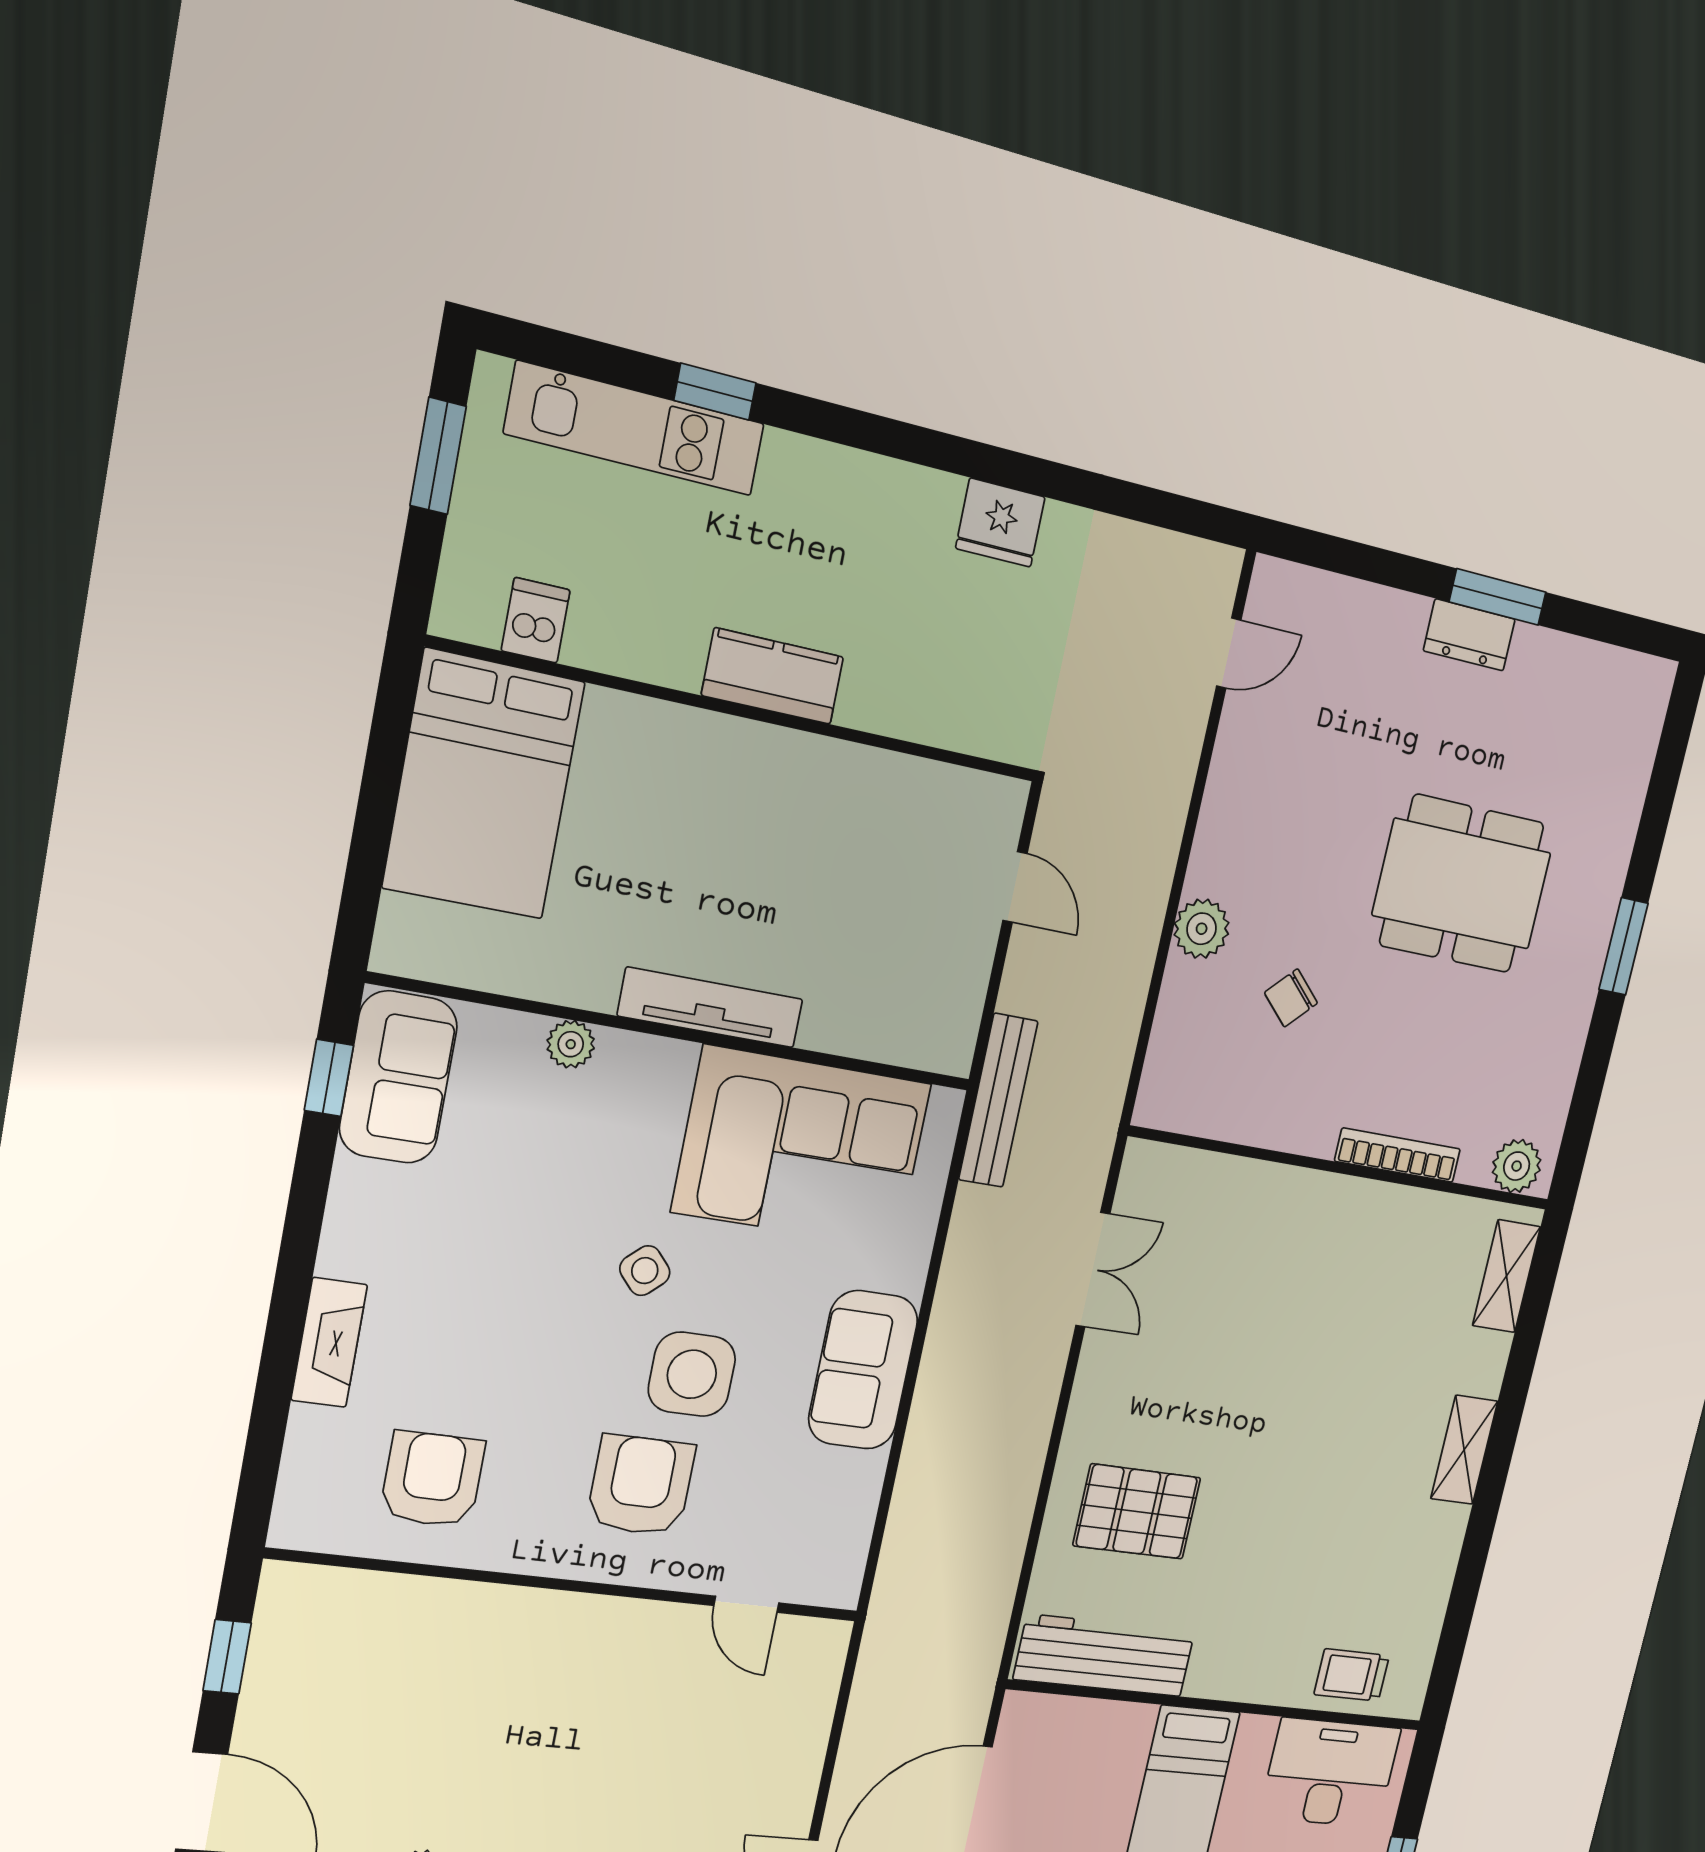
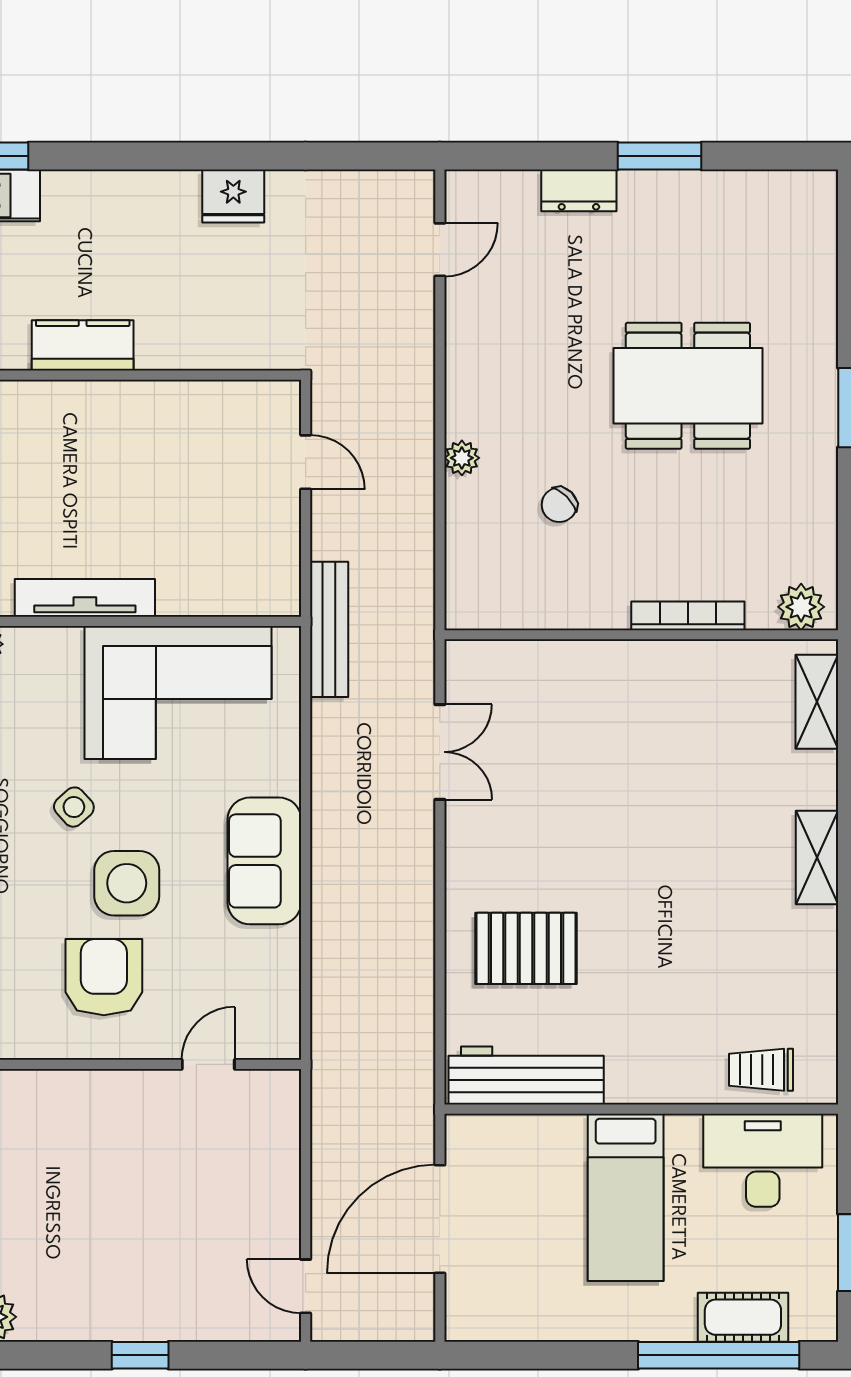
dresser: (1469, 635) -> (579, 190), moved
plant: (1202, 929) -> (462, 458), width x0.73, depth x0.73
door: (746, 1604) -> (208, 1064), swing flipped

